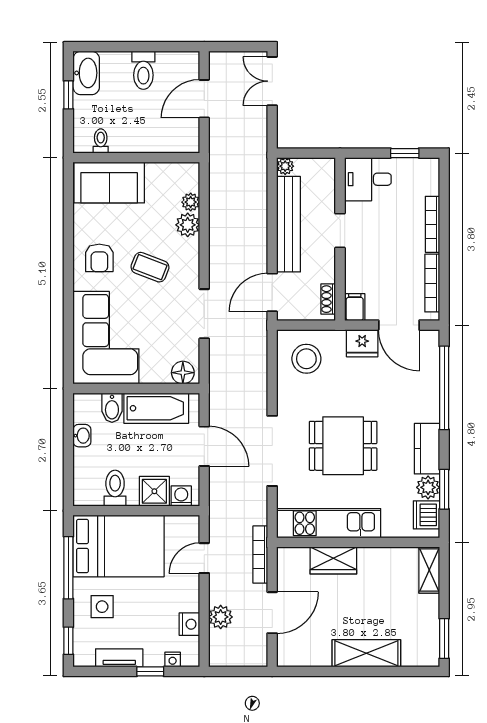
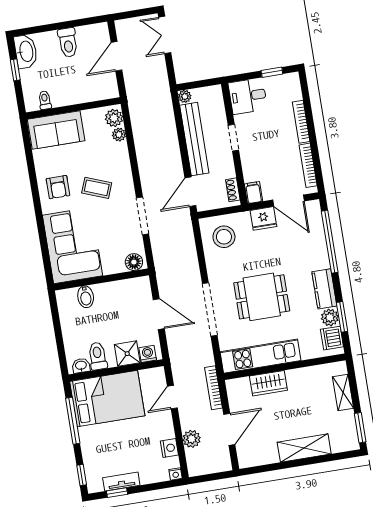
plant: (188, 225) -> (114, 118), moved
bathtub: (156, 408) -> (118, 292), removed
washbasin: (82, 436) -> (81, 366), moved, turned -90
shelving: (429, 570) -> (343, 392), moved
side table: (102, 607) -> (102, 446), removed
nightstand: (173, 660) -> (176, 474), moved
window: (150, 671) -> (117, 493), moved

